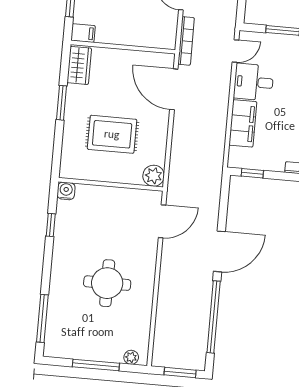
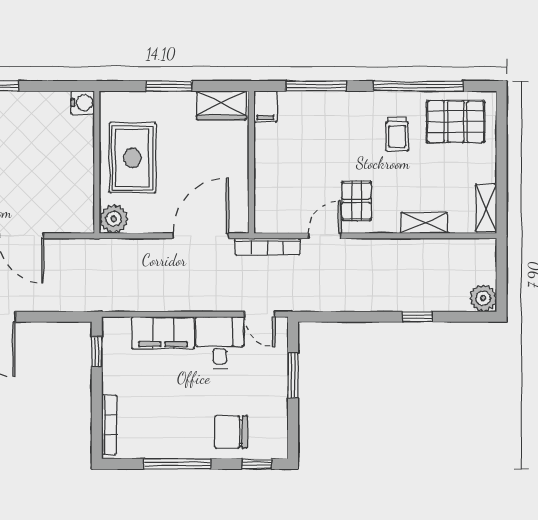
plant: (154, 176) -> (114, 219), moved
wall: (111, 184) -> (97, 162), moved
water cooler: (66, 191) -> (83, 103), moved

